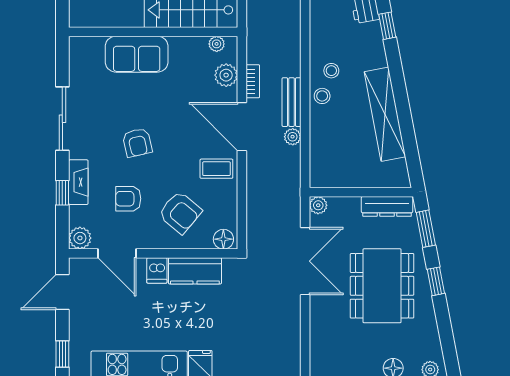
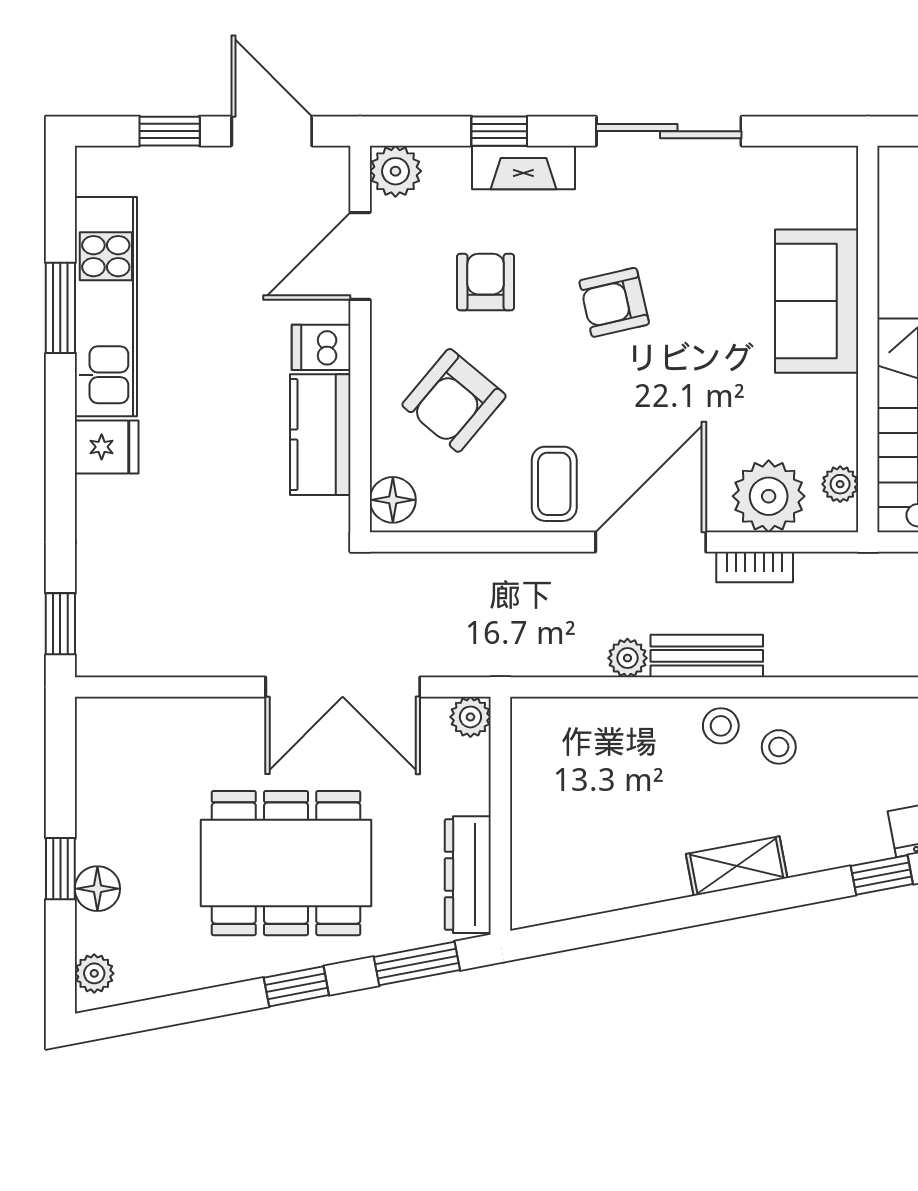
plant: (226, 75) -> (769, 496), width x1.36, depth x1.36
shelving: (385, 114) -> (737, 866), width x0.45, depth x0.75
window: (62, 354) -> (170, 131), moved

